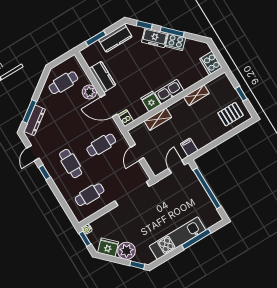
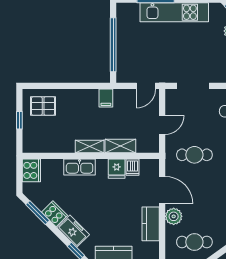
window: (172, 32) -> (38, 213), moved
kitchen sink: (169, 92) -> (80, 167), moved
shelving: (197, 95) -> (90, 146), moved
dishwasher: (126, 118) -> (132, 167), moved
door: (177, 167) -> (146, 86), moved
doorway: (132, 194) -> (193, 86), width x0.73

